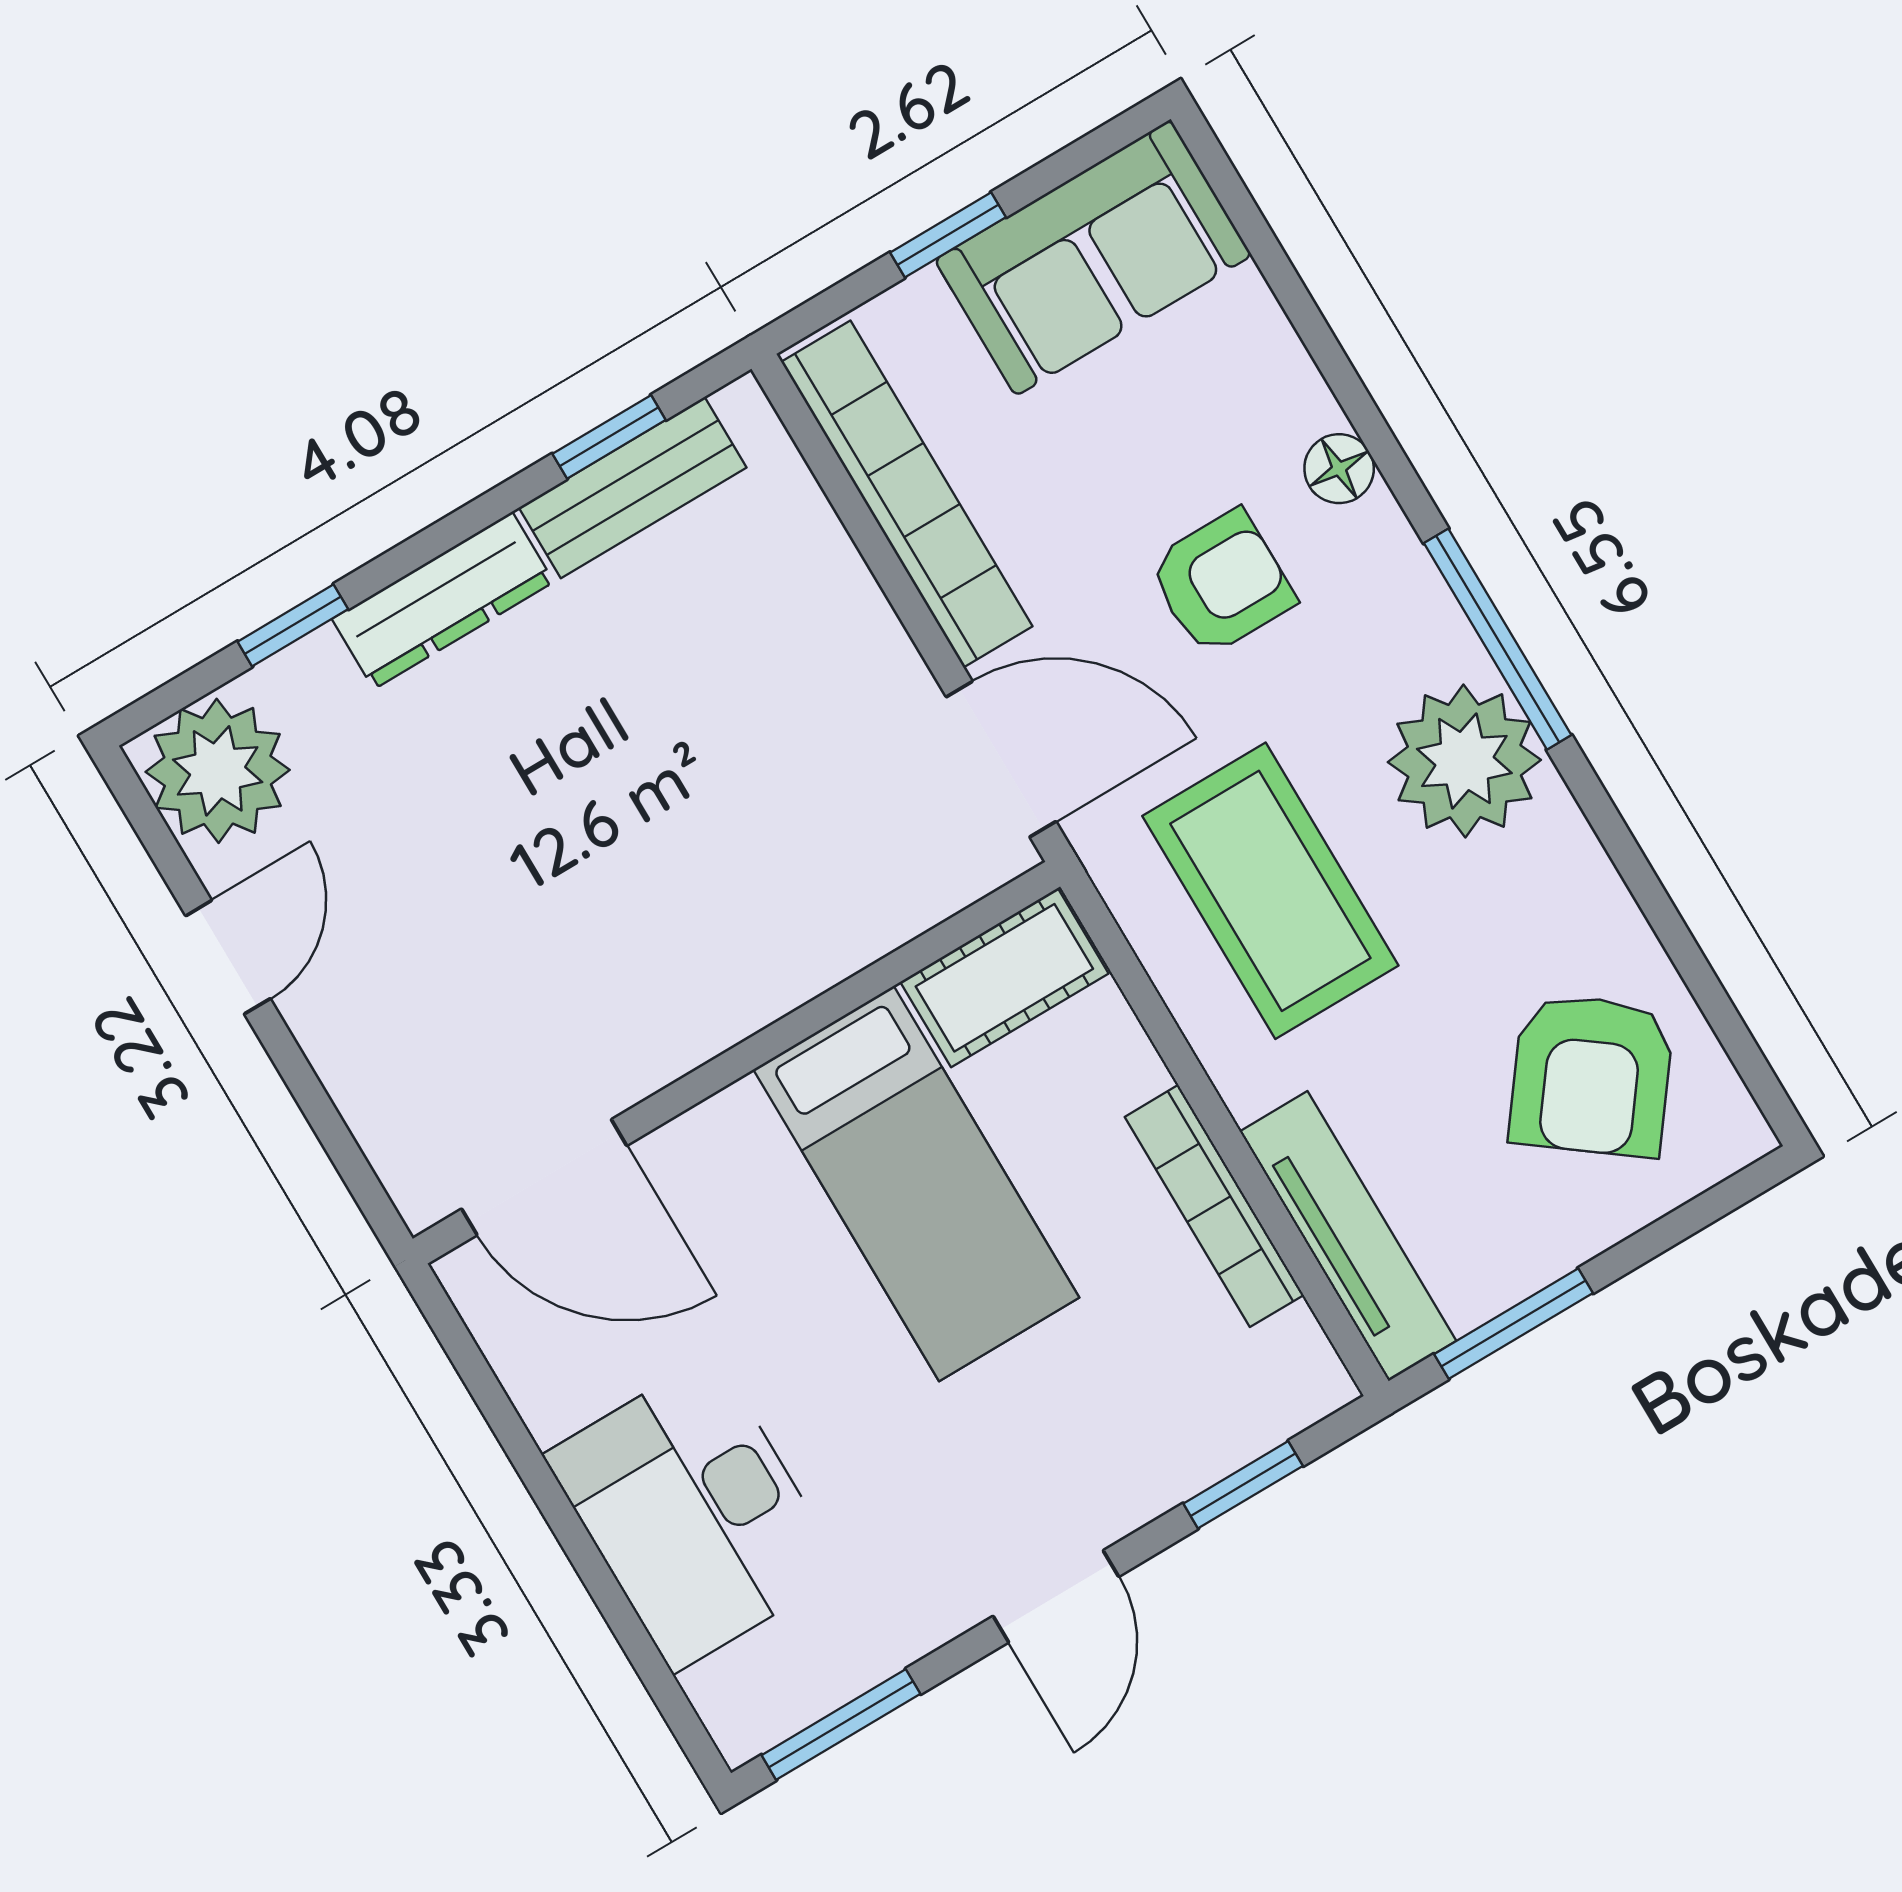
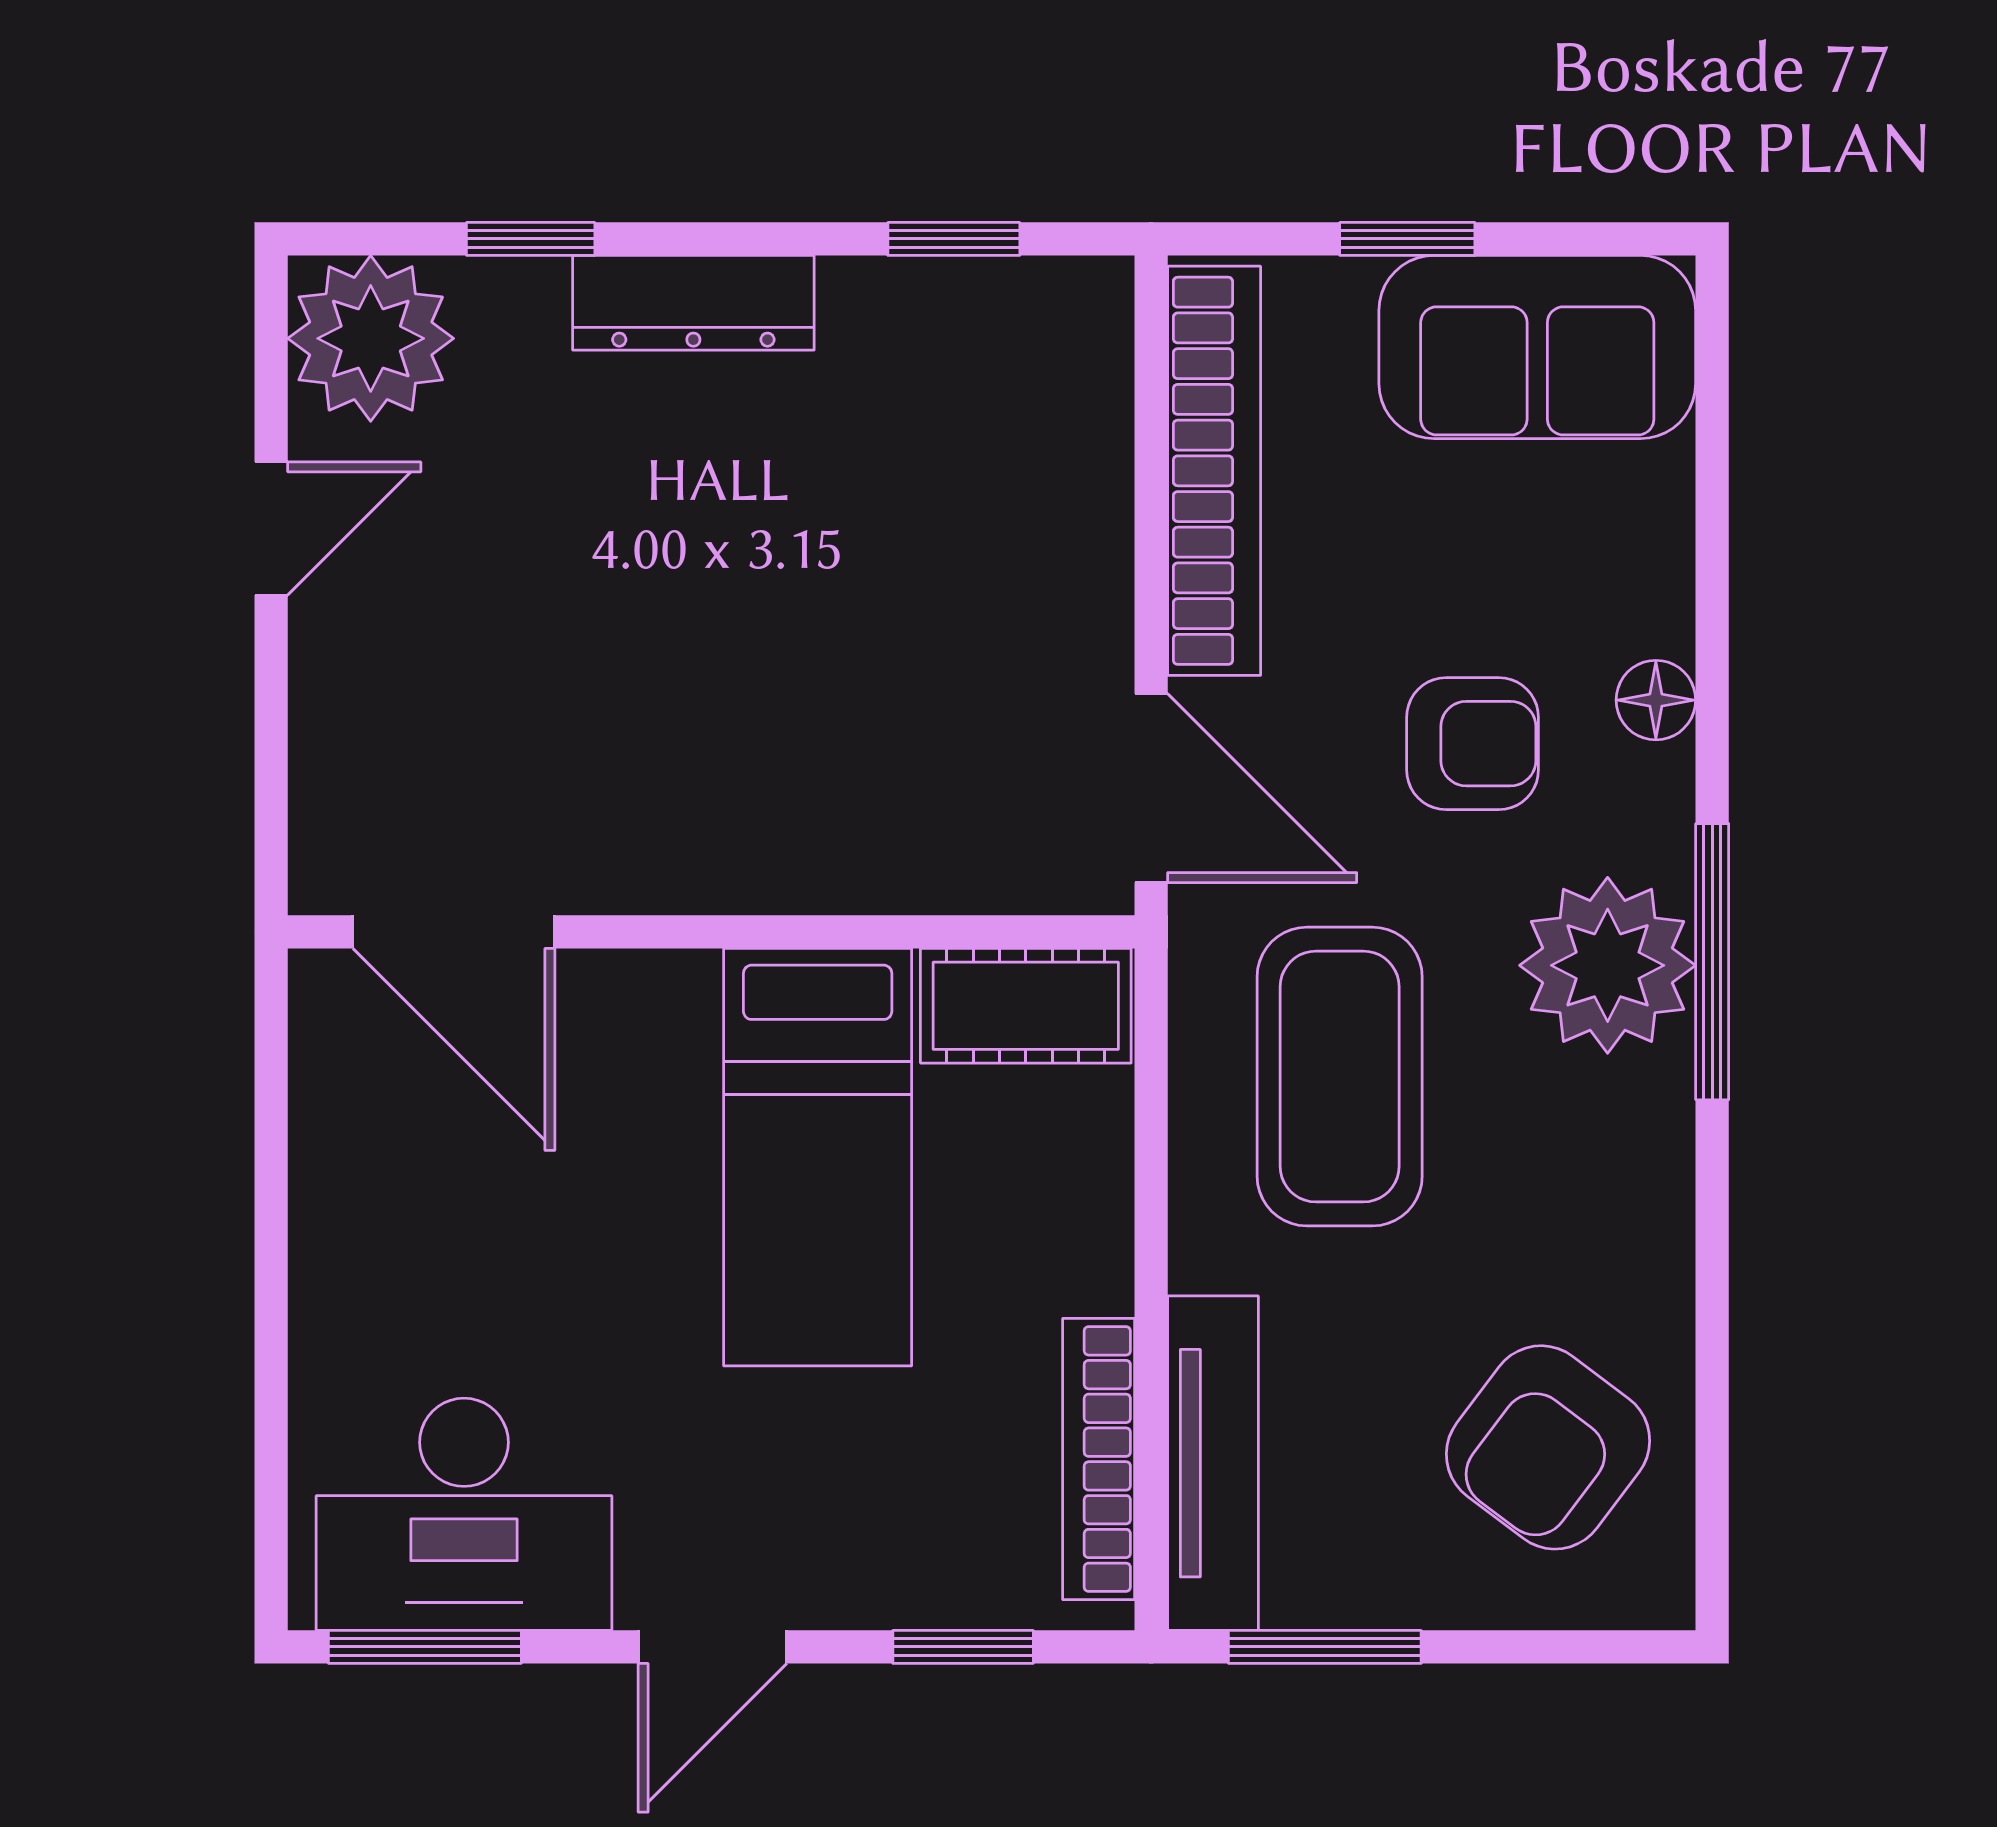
bench: (633, 488) -> (947, 303), removed
plant: (1464, 761) -> (1608, 965), moved
bookcase: (1214, 1206) -> (1099, 1459), moved
desk: (694, 1513) -> (464, 1514), moved, turned -90

